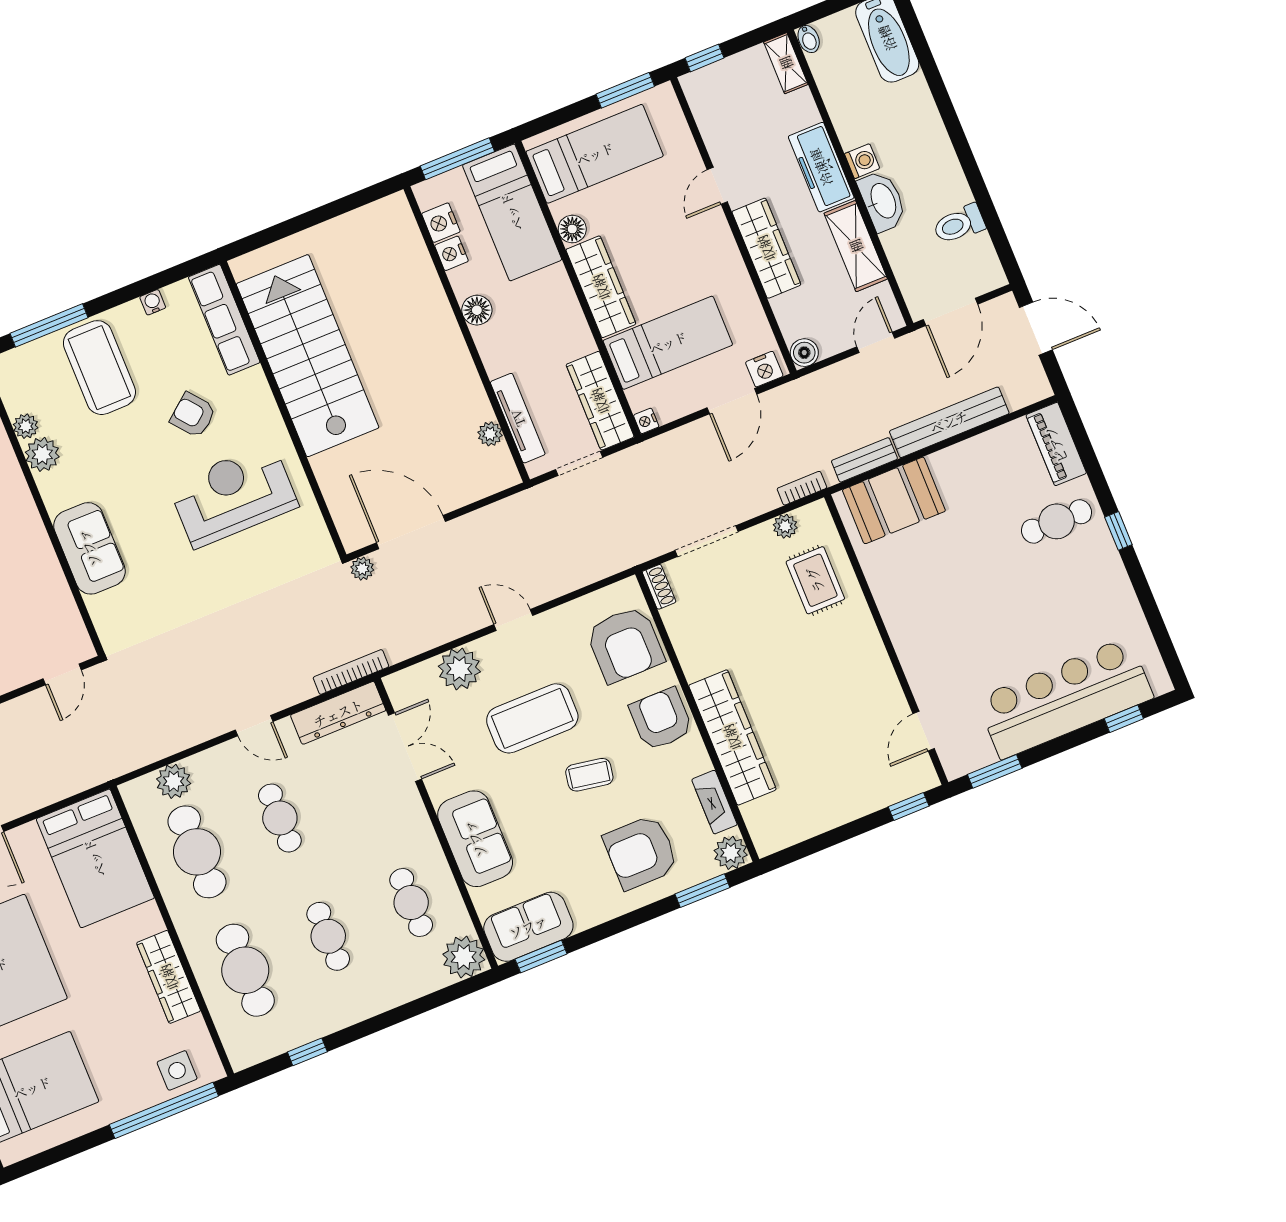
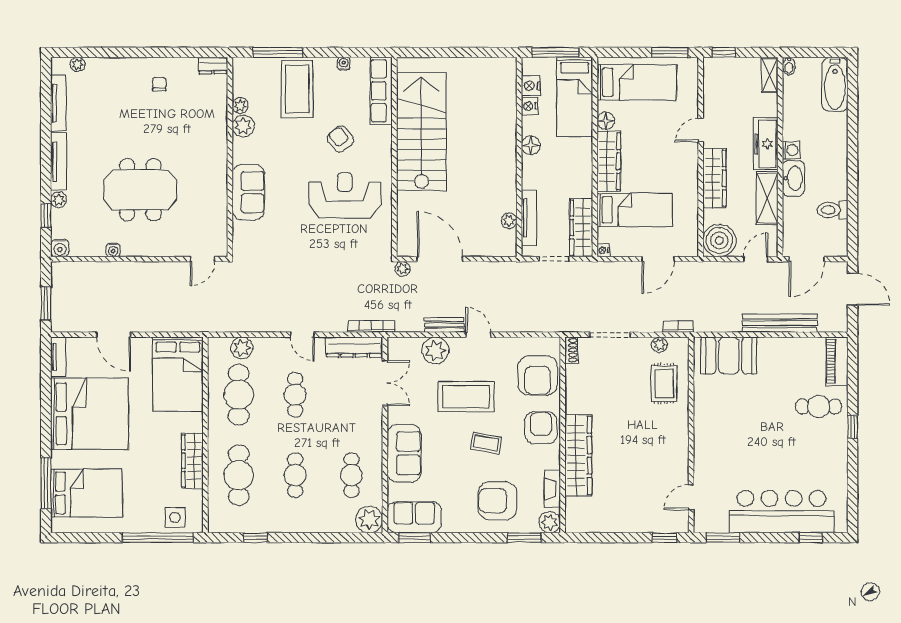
boiler: (804, 353) -> (719, 240), width x1.86, depth x1.86
nightstand: (764, 369) -> (684, 248), removed
bench: (864, 460) -> (444, 325), moved

